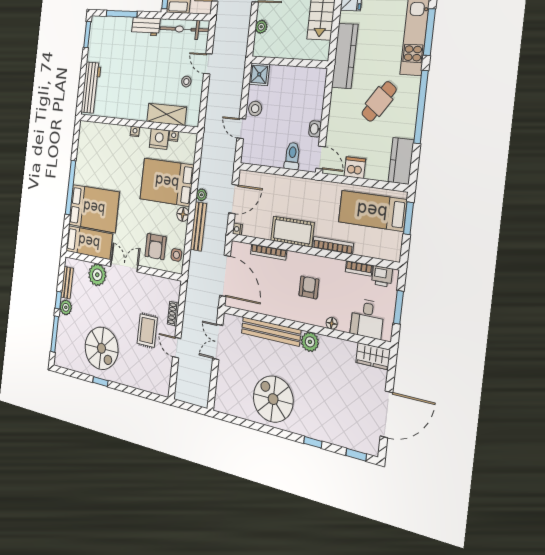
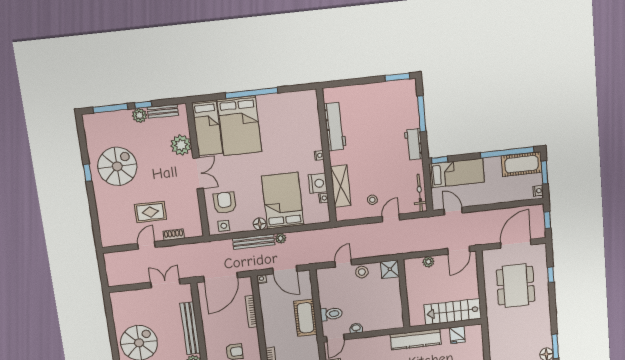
bicycle: (184, 29) -> (420, 193), width x0.73, depth x0.71
workbench: (91, 88) -> (335, 127), moved, turned -90
cot: (292, 232) -> (305, 318), moved
armchair: (156, 247) -> (225, 203), turned 90
spiral stairs: (101, 348) -> (117, 166), turned 180

